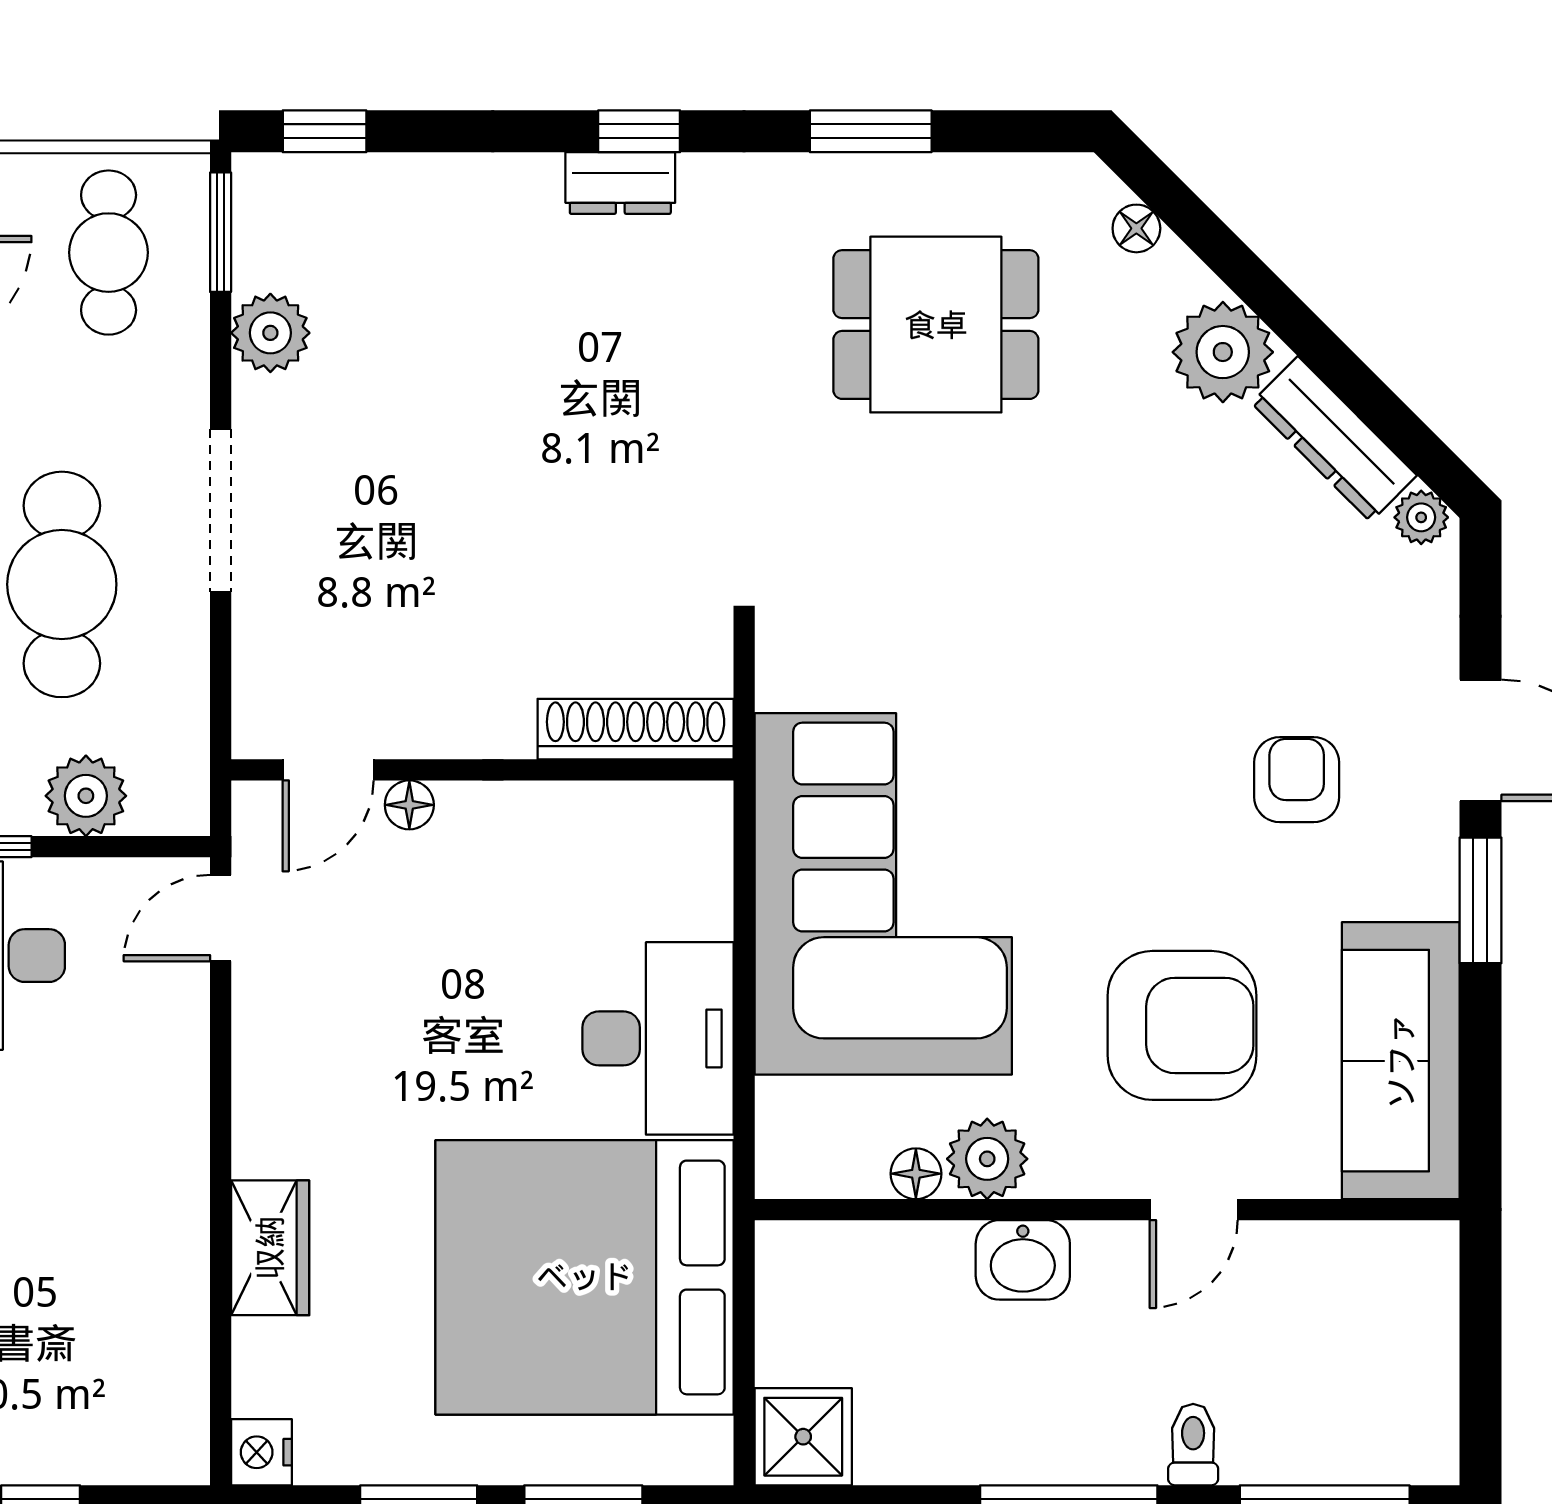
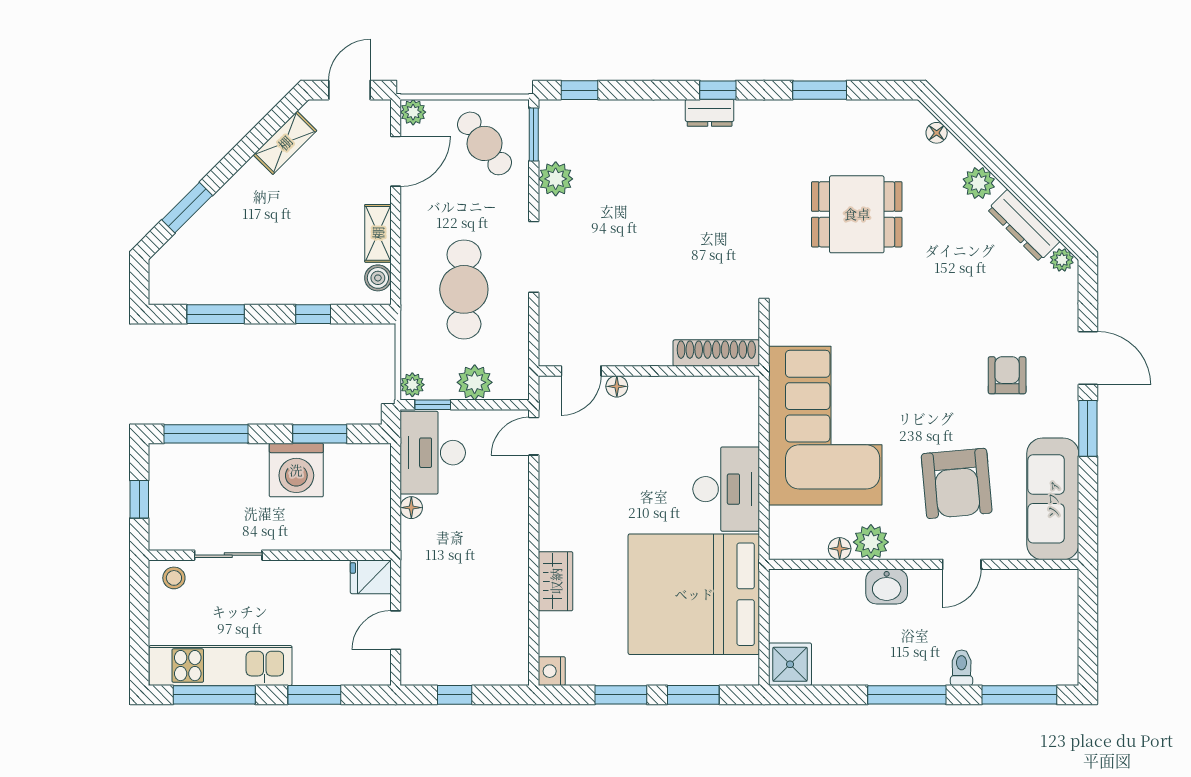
cafe table: (109, 253) -> (484, 143), turned -37
dining table: (936, 325) -> (857, 214), moved
plant: (1223, 352) -> (979, 183), width x0.73, depth x0.73
armchair: (1182, 1025) -> (957, 483), turned 85

